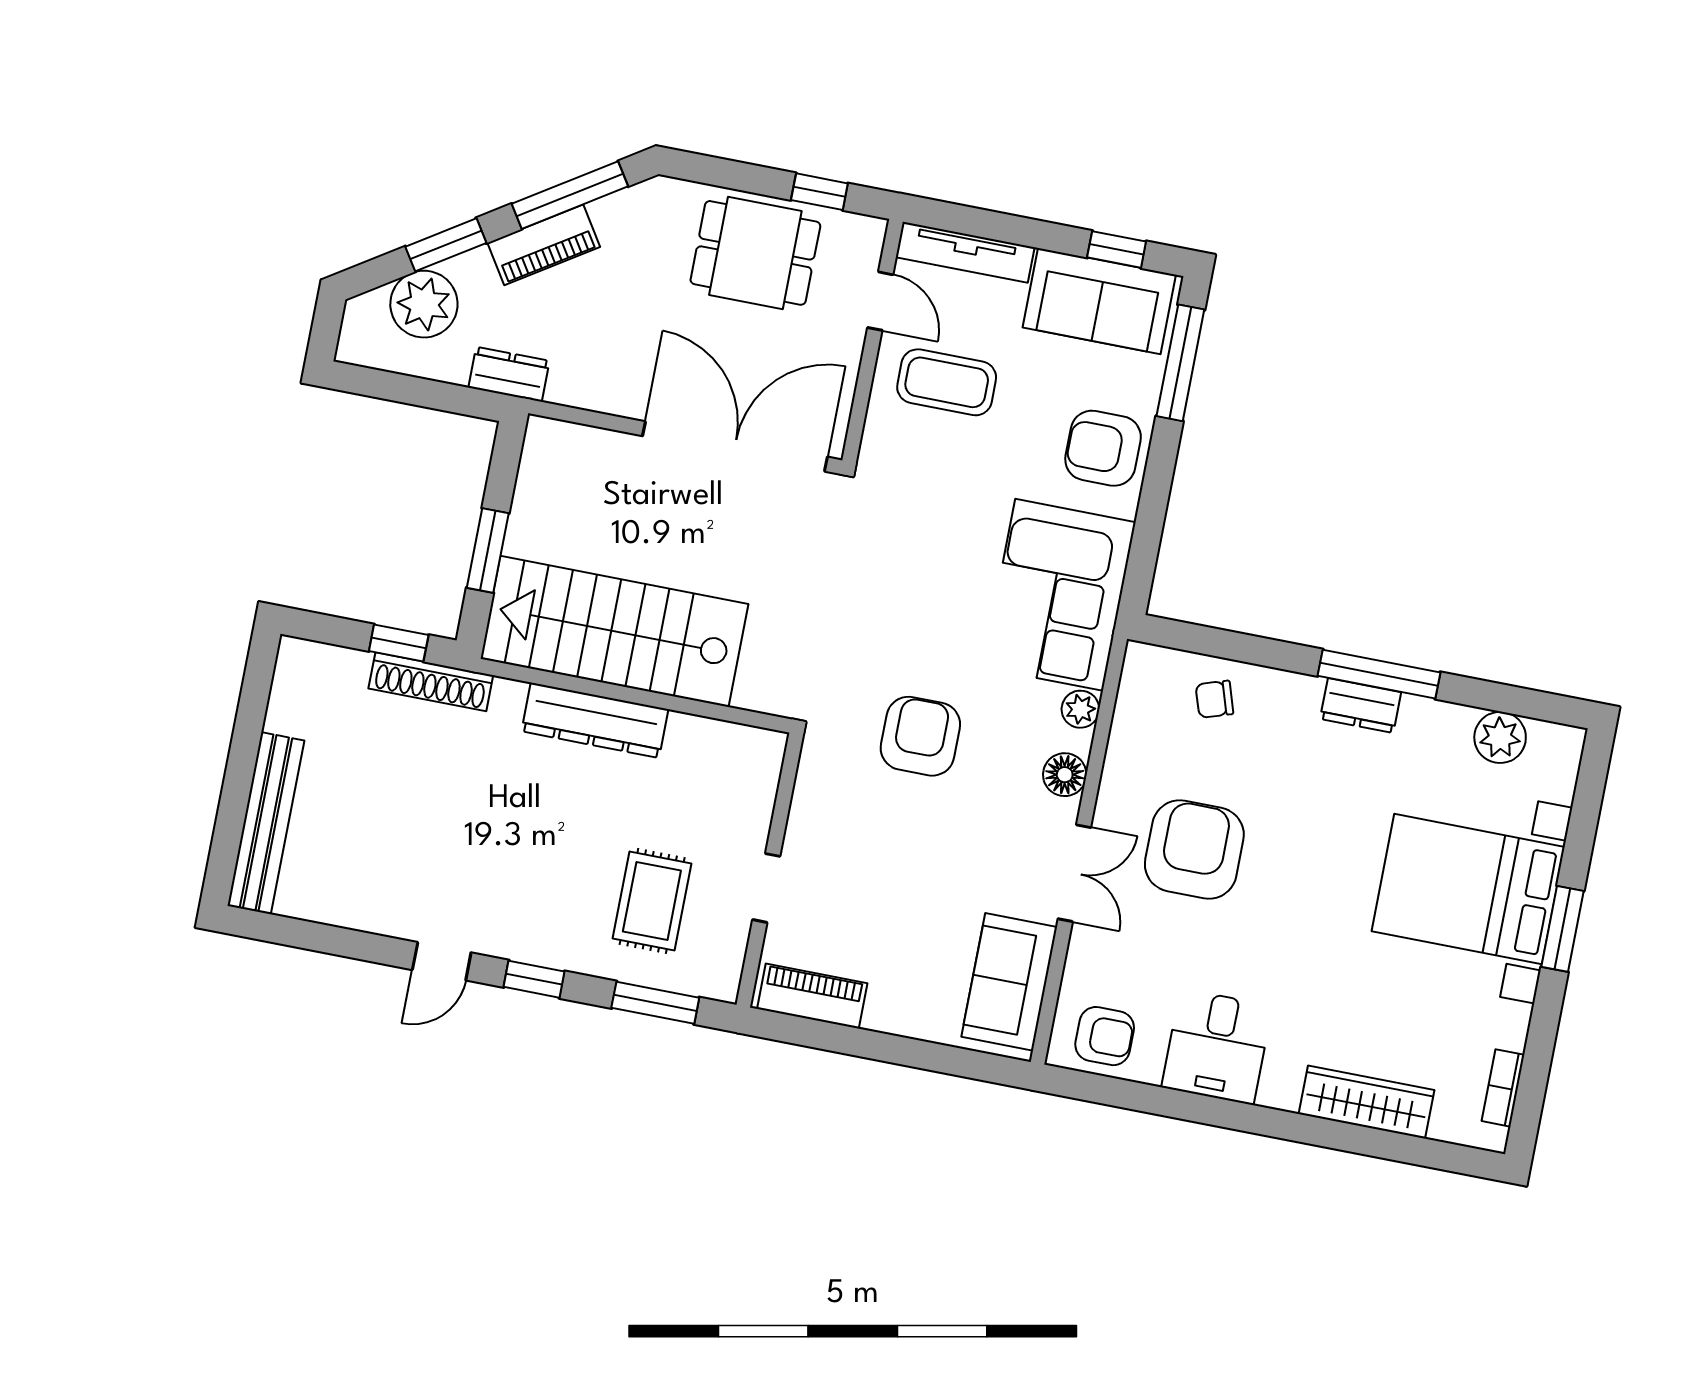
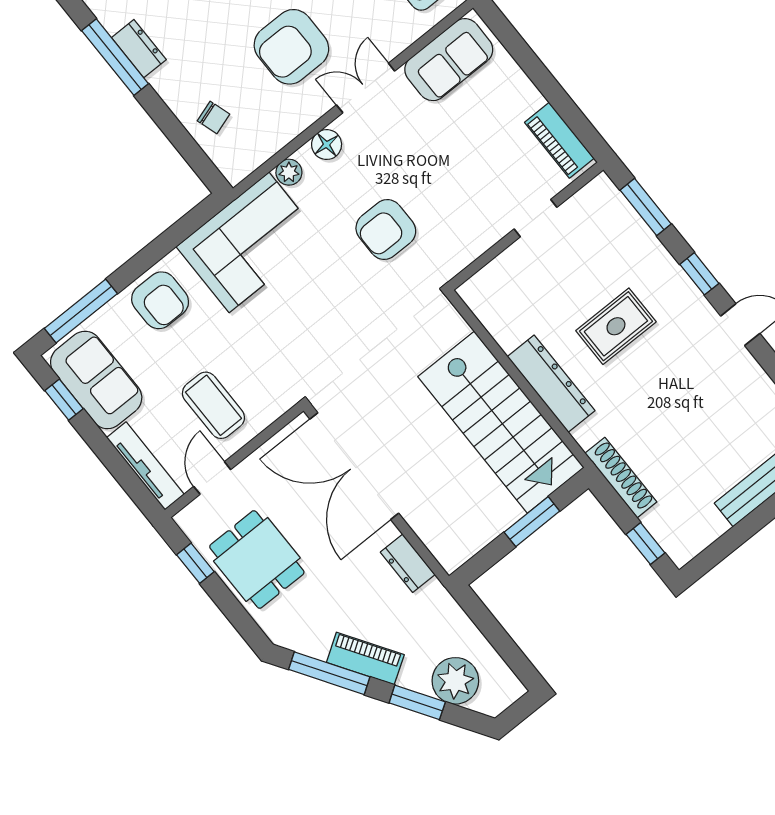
dresser: (509, 374) -> (408, 563), moved
window: (399, 643) -> (646, 544), moved
rug: (652, 901) -> (616, 326), moved

